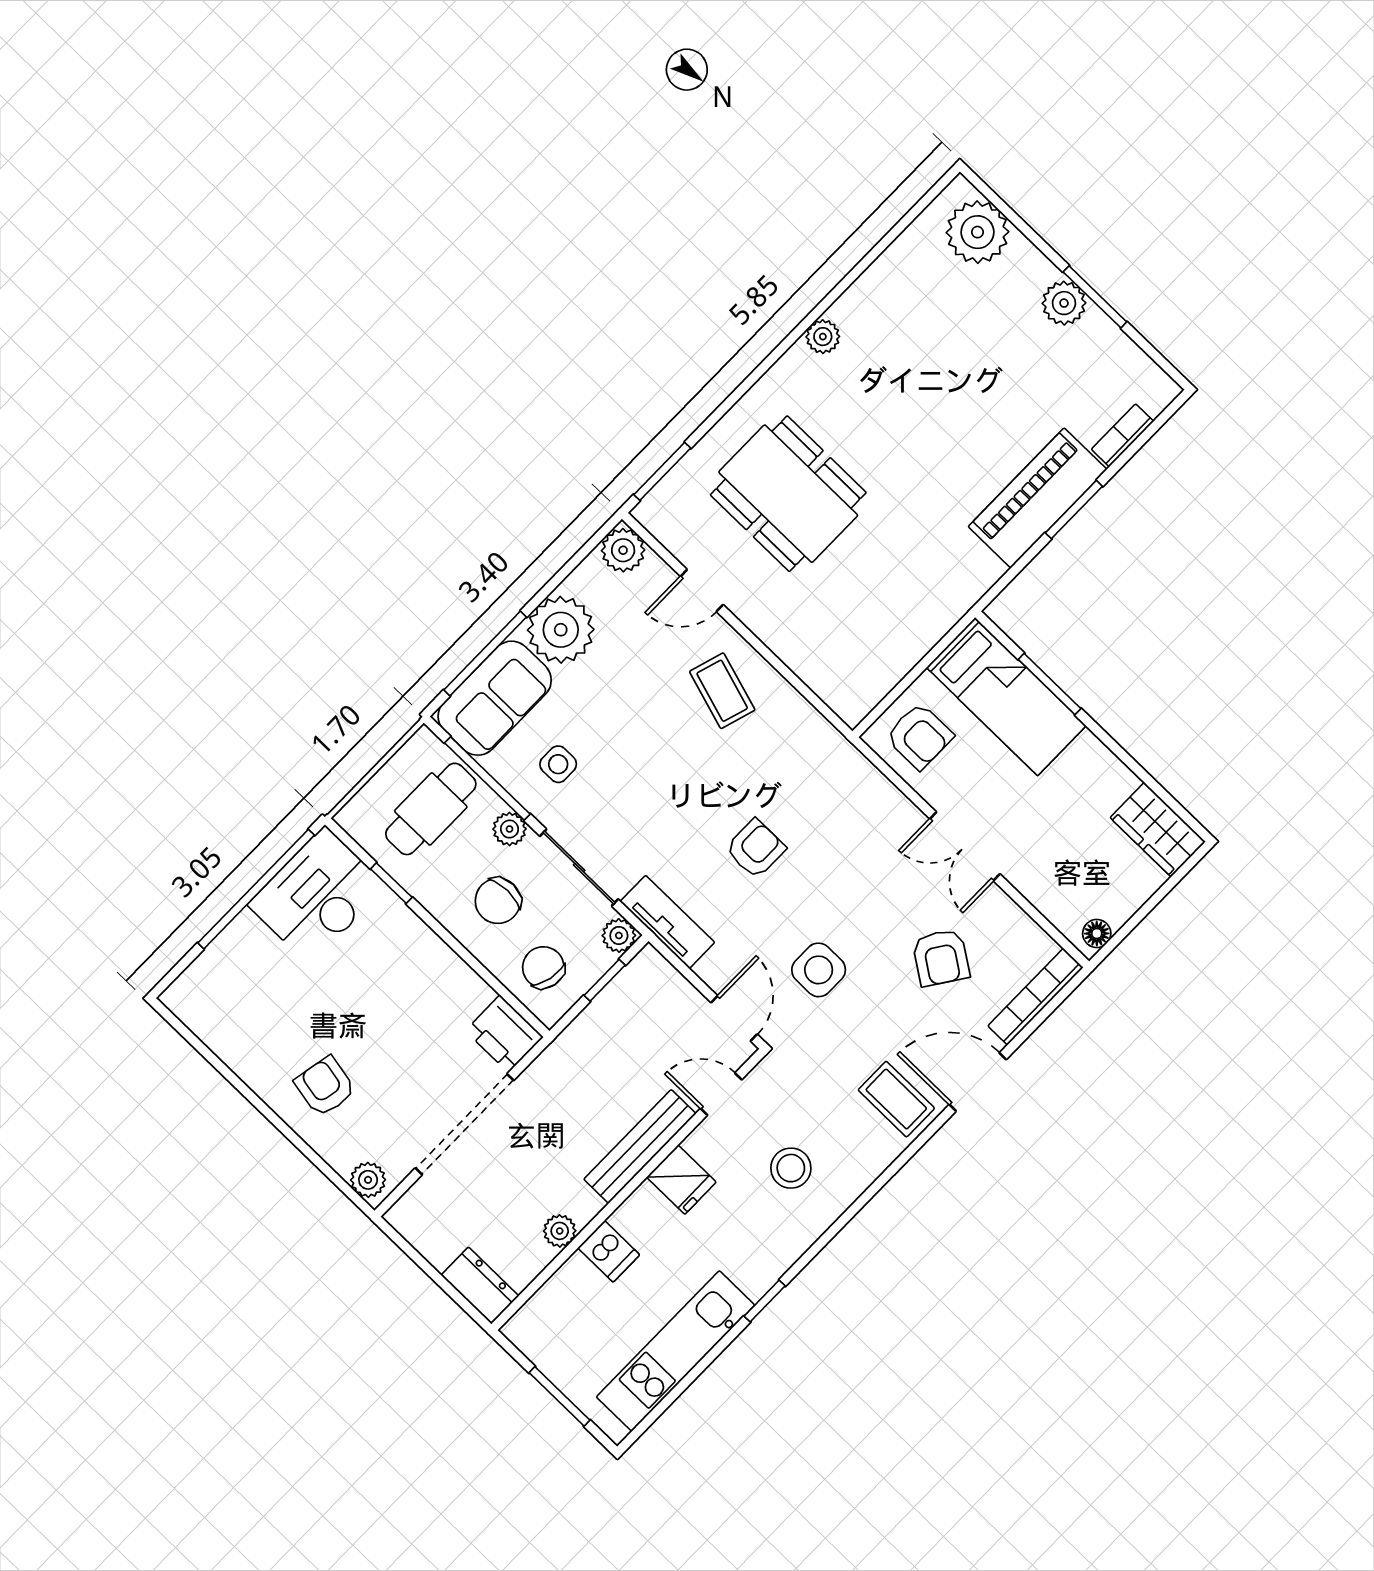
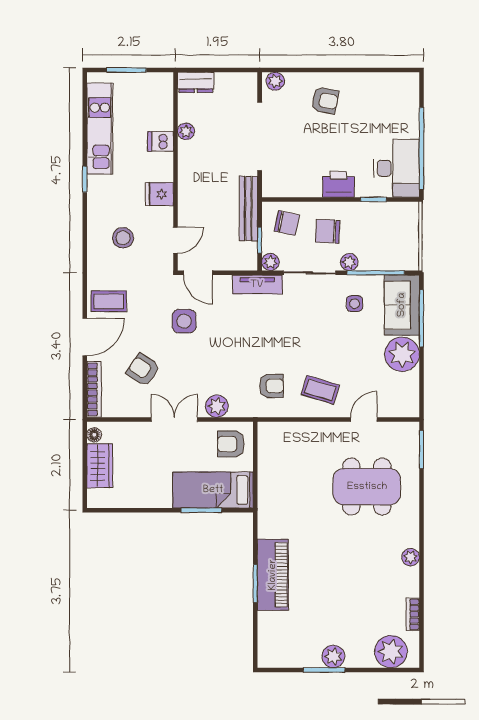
bookcase: (1123, 435) -> (413, 614), moved, turned 180
plant: (623, 550) -> (217, 406), moved
cafe table: (431, 809) -> (386, 241), removed
wardrobe: (1158, 830) -> (100, 466), moved, turned 90
armchair: (755, 849) -> (271, 386), moved, turned -90
chair: (498, 901) -> (328, 231), turned -87
printer: (504, 1034) -> (338, 184), moved
bench: (640, 1146) -> (248, 209), moved

